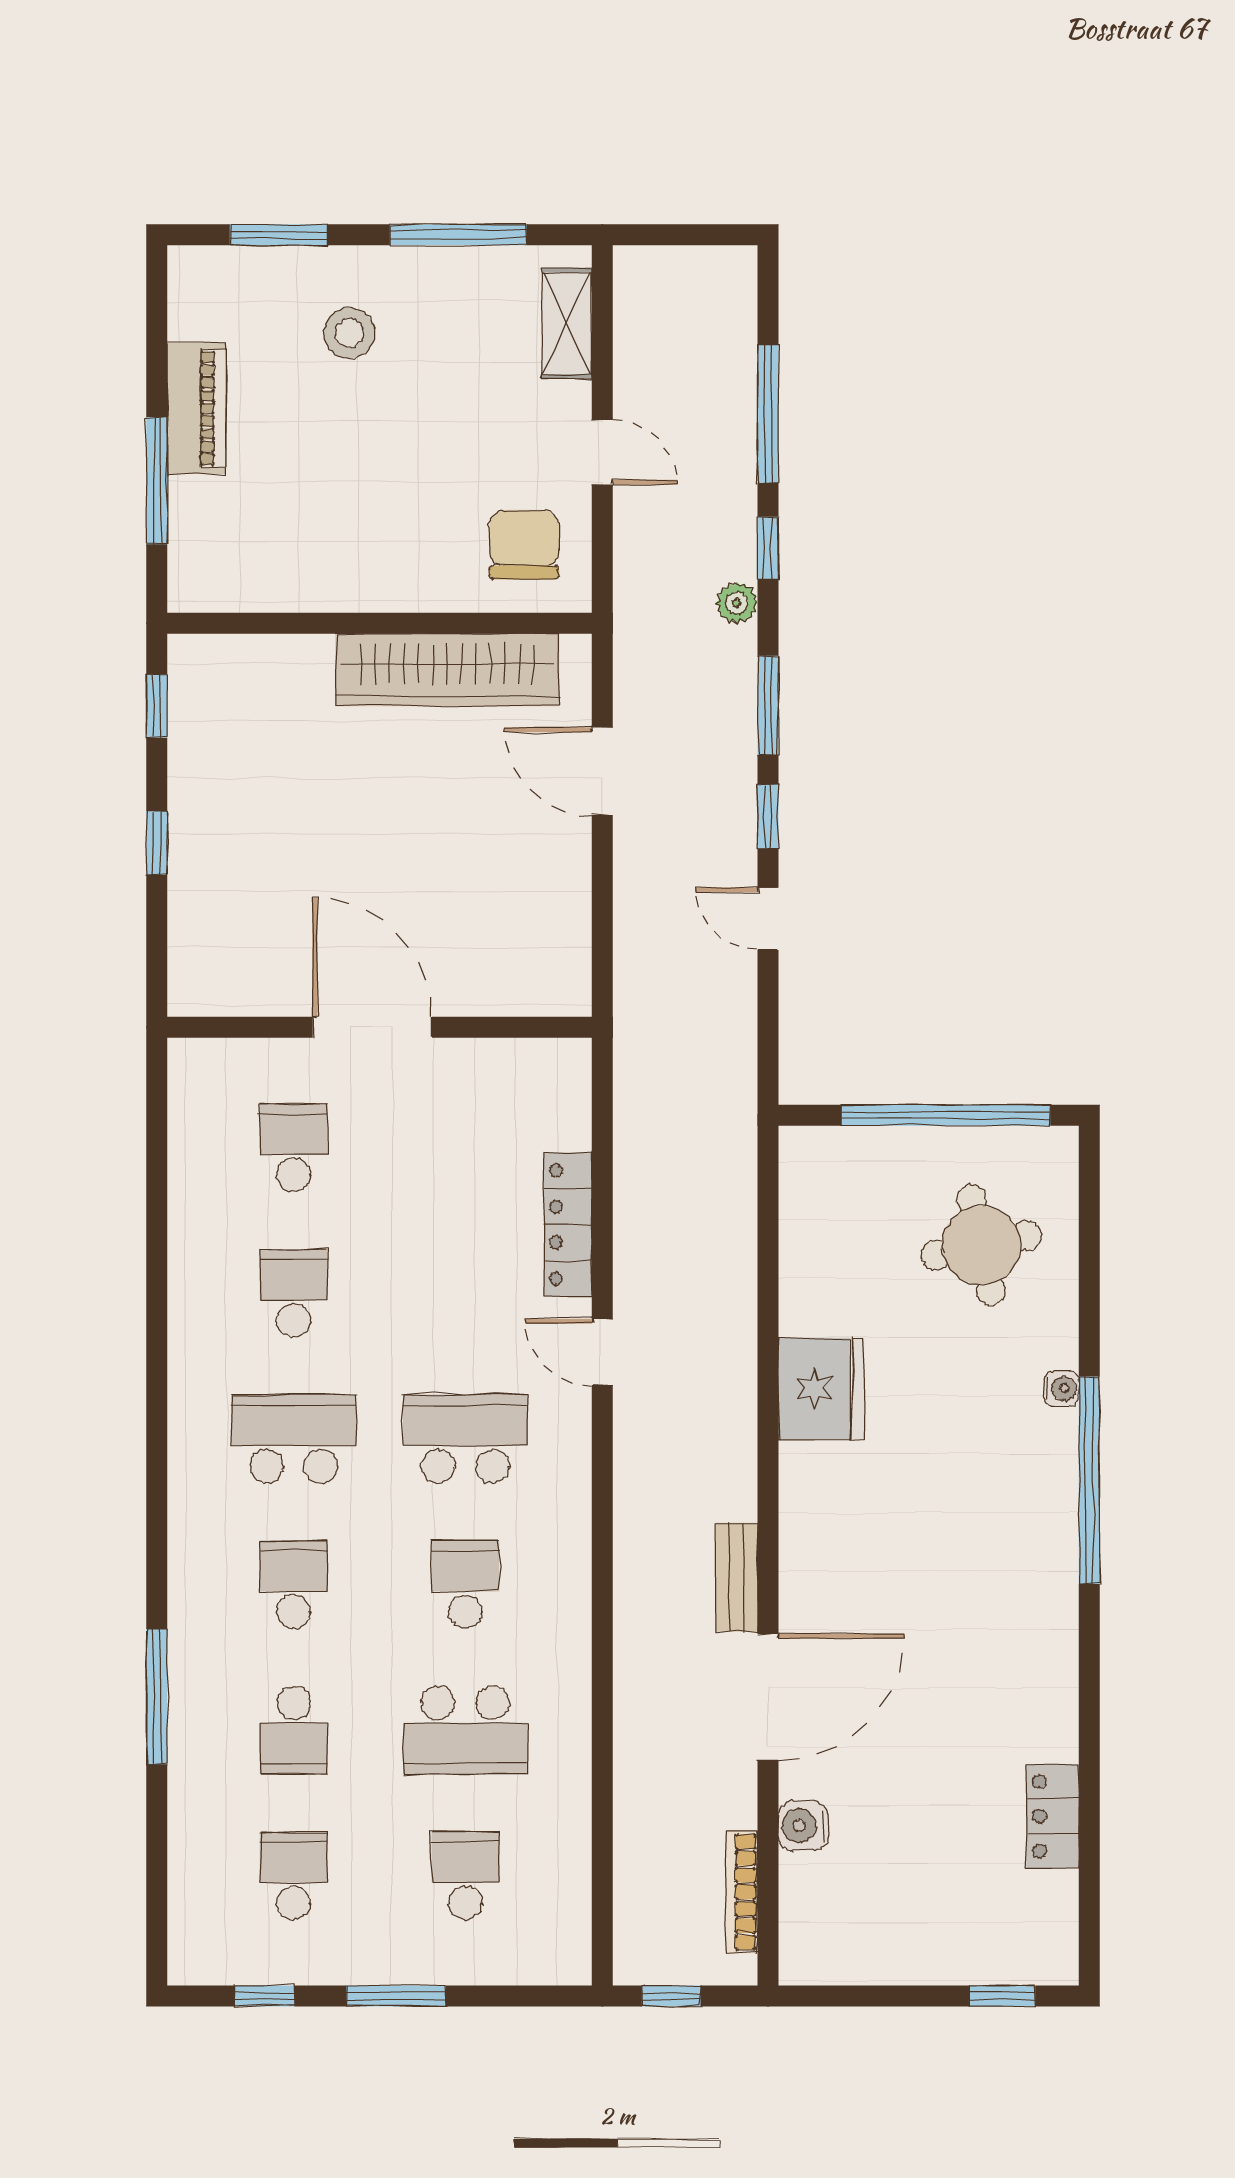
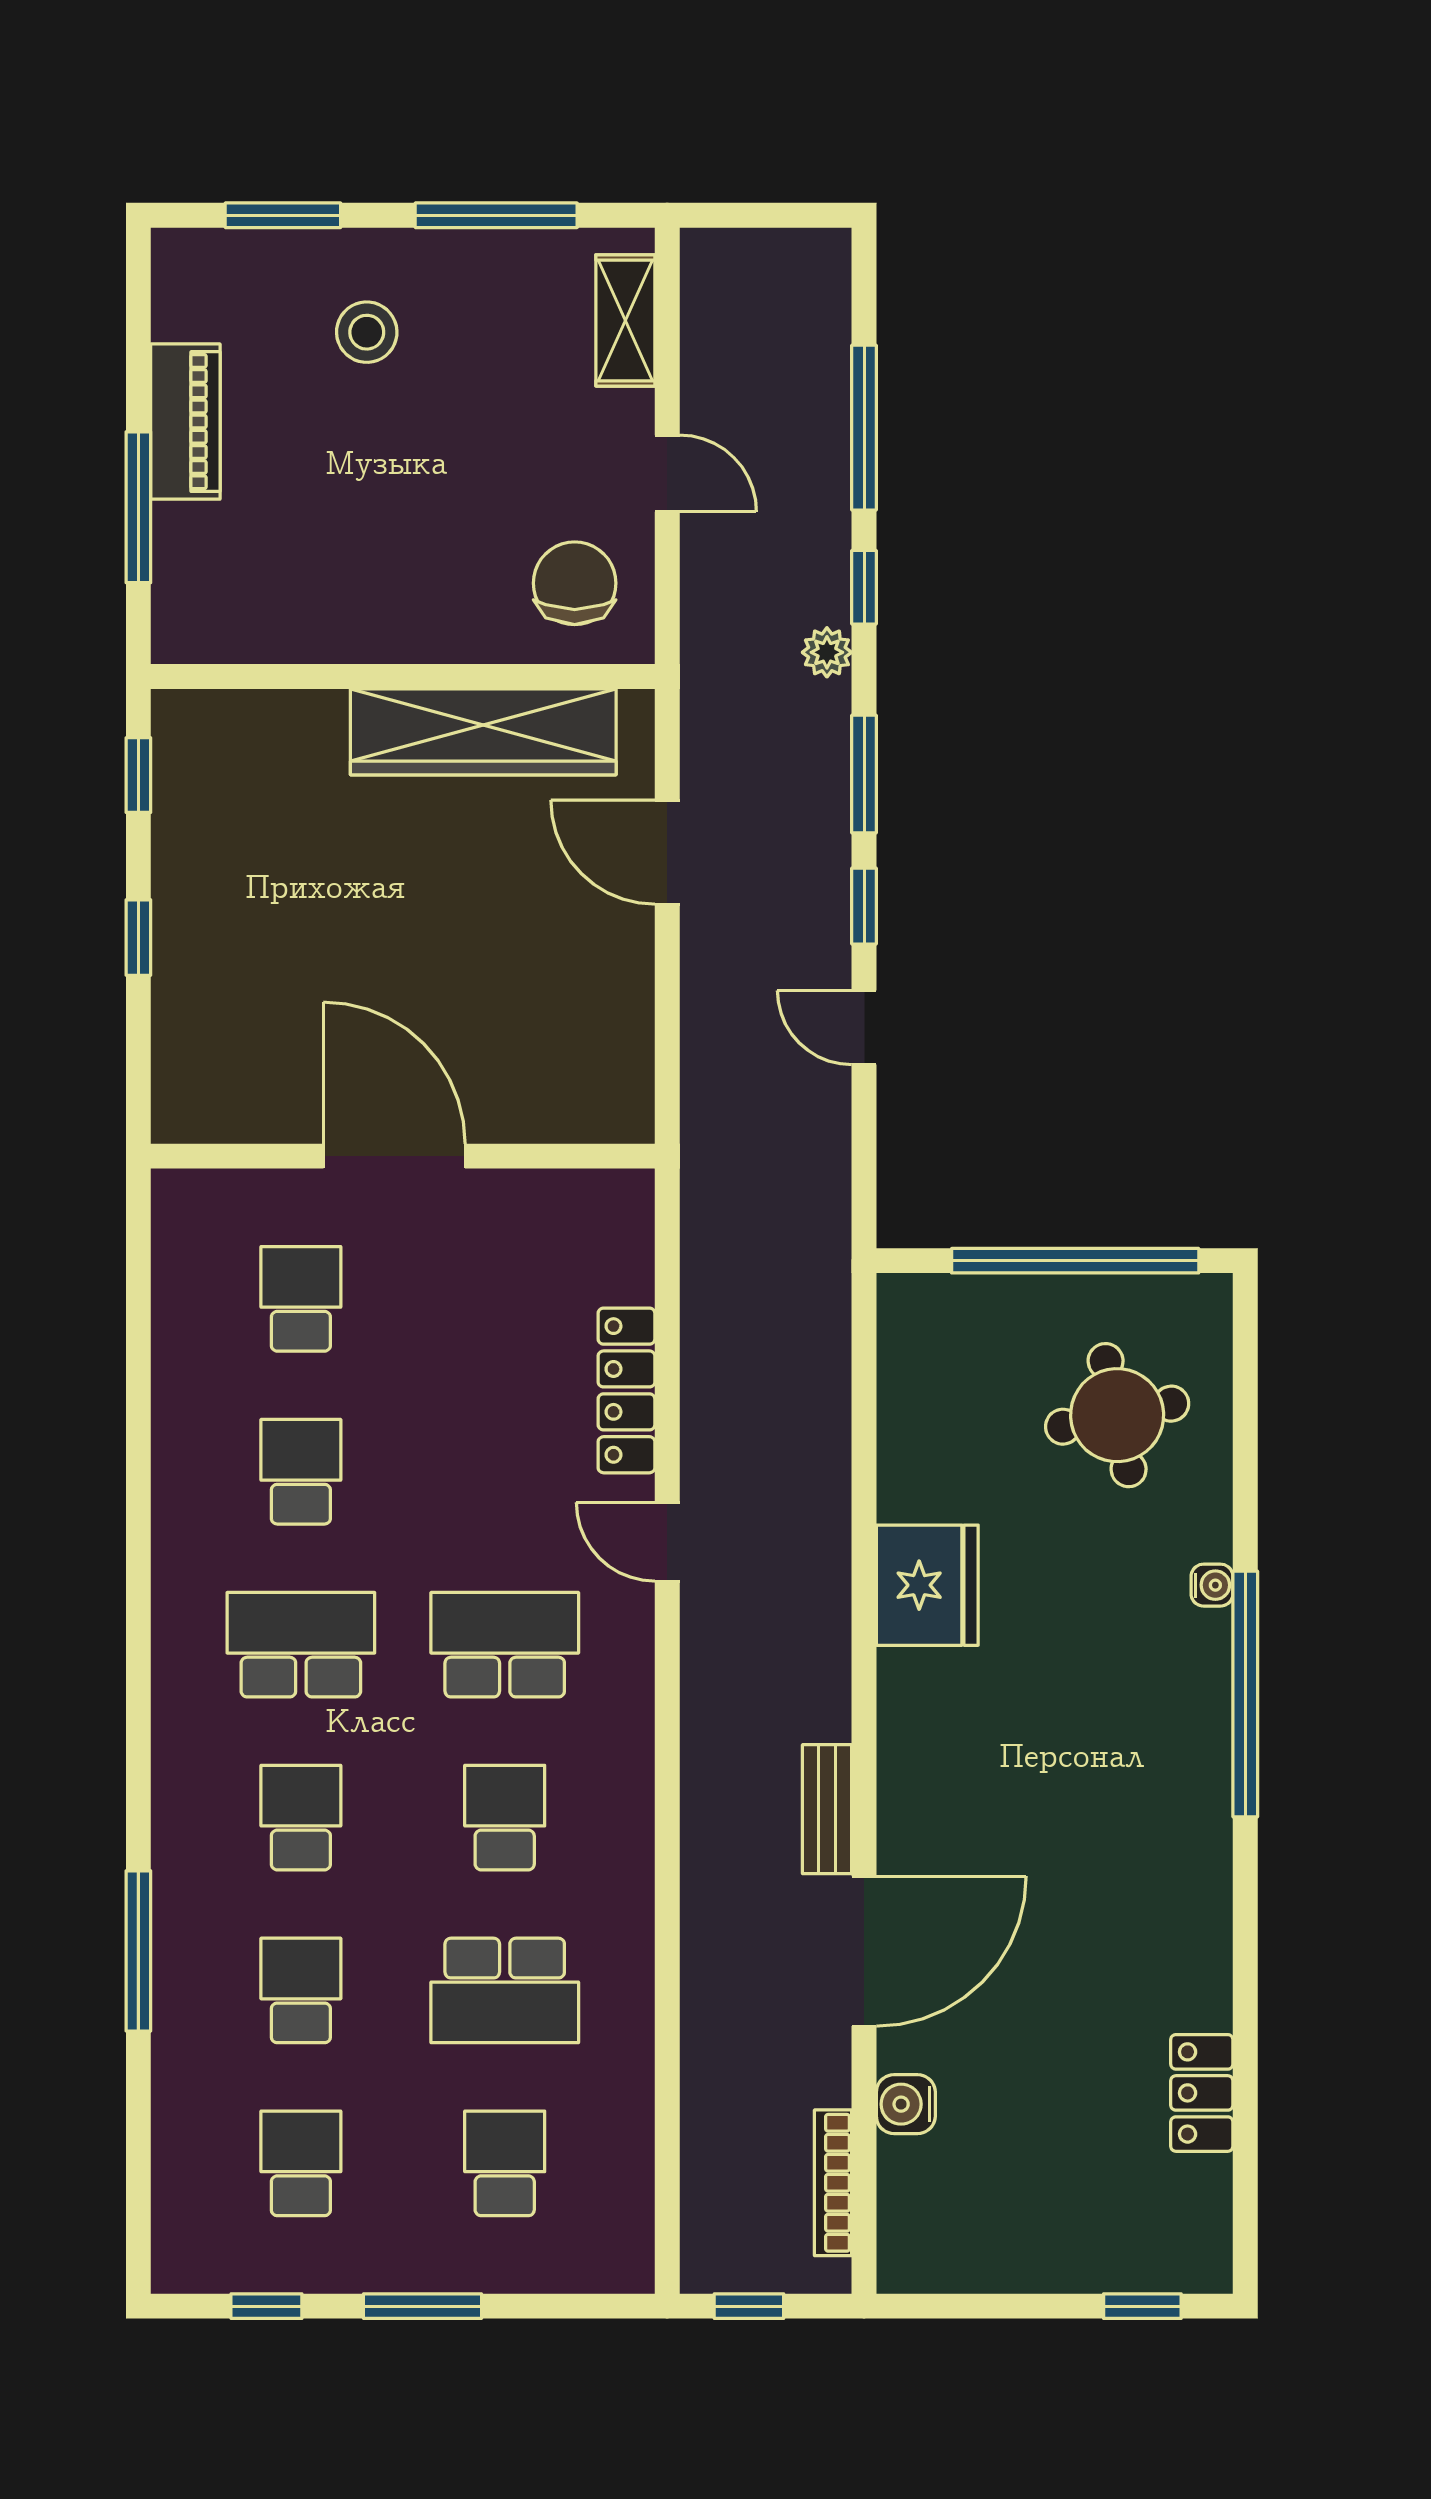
school desk: (294, 1730) -> (301, 1990), turned 180

